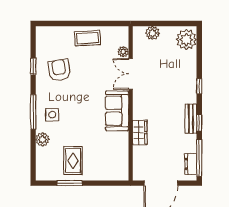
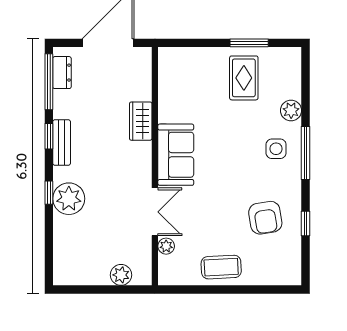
plant: (186, 40) -> (69, 199), moved

